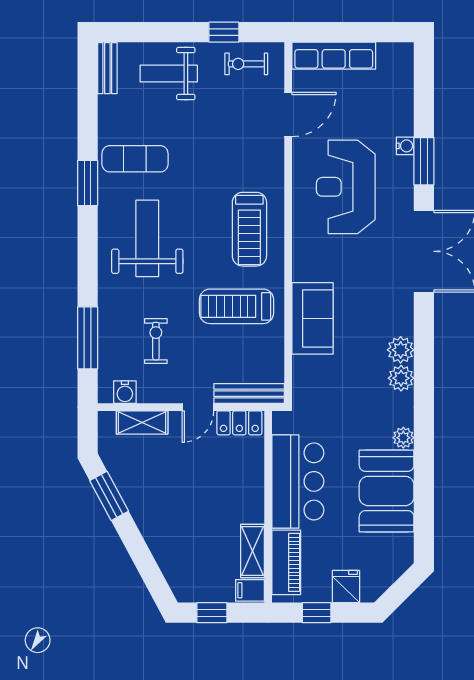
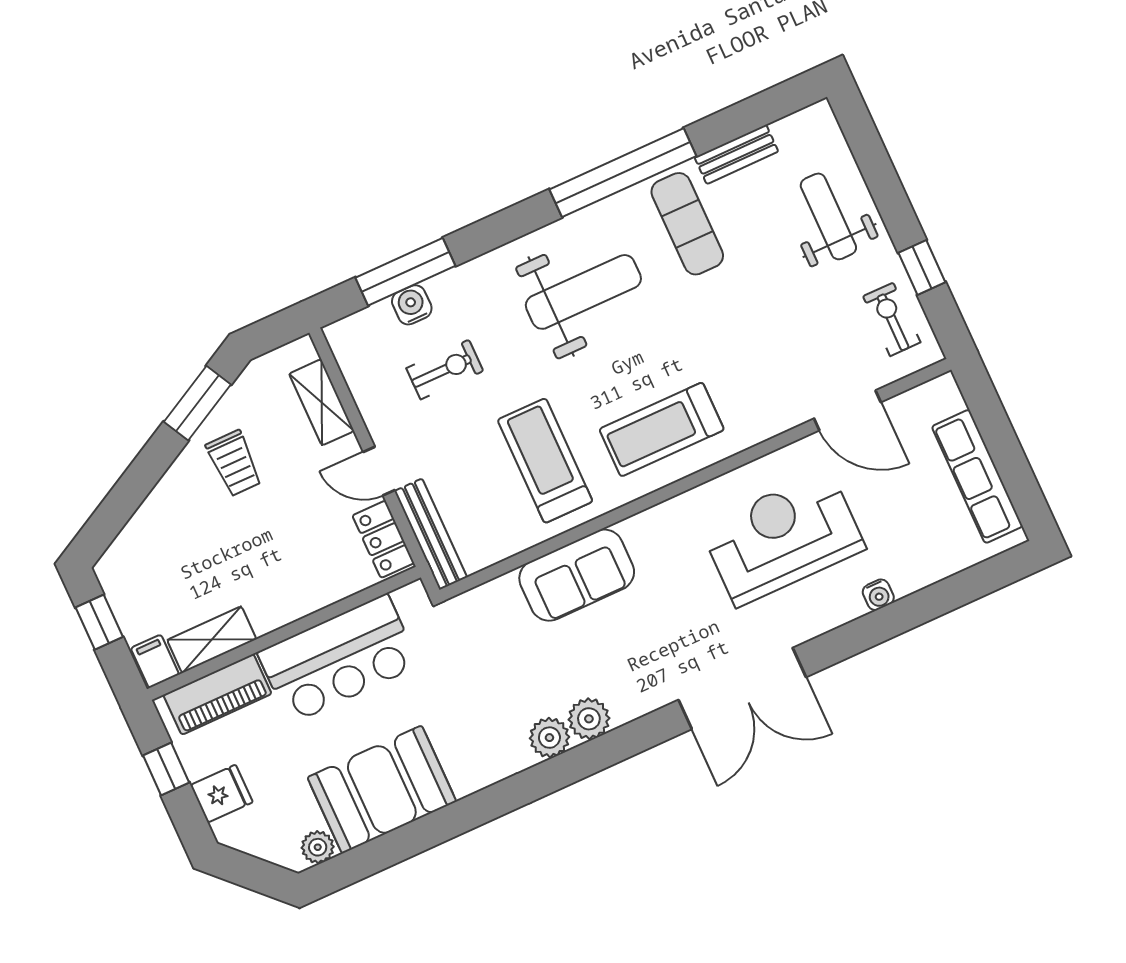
row of seats: (334, 56) -> (977, 476), moved
bench: (107, 68) -> (736, 154), moved
window: (424, 161) -> (869, 631), removed
window: (88, 183) -> (623, 173), width x2.11
water cooler: (125, 392) -> (412, 305), moved, turned 90
plant: (403, 438) -> (318, 847), moved
trolley: (154, 490) -> (234, 463), added

